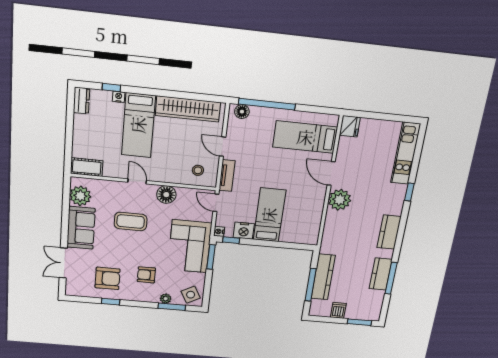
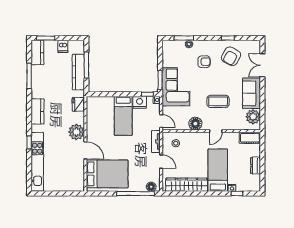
dresser: (81, 101) -> (256, 166), moved
fridge: (350, 126) -> (78, 104), moved
bed: (305, 137) -> (107, 174), width x1.50
kitchen unit: (405, 153) -> (37, 162), width x1.36
door: (137, 181) -> (216, 131), hinge flipped
double door: (63, 263) -> (262, 65), swing flipped
kitchen counter: (381, 274) -> (37, 52), moved
armchair: (108, 278) -> (231, 56), turned -61
side table: (191, 295) -> (171, 49), removed

